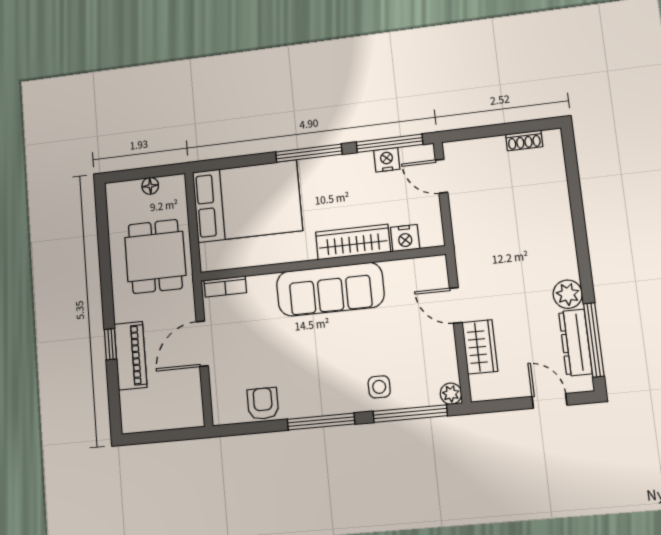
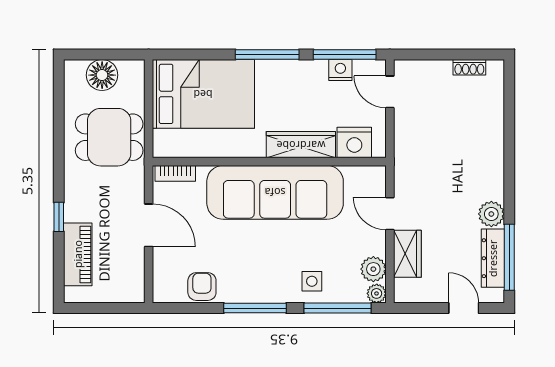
floor lamp: (150, 186) -> (102, 75), width x1.89, depth x1.89
nightstand: (405, 238) -> (354, 143), width x1.36, depth x1.33
dining table: (155, 256) -> (109, 137), turned 90
sofa: (330, 289) -> (275, 192), width x1.36, depth x1.27
door: (202, 344) -> (149, 225), swing flipped
piano: (130, 356) -> (78, 254), moved
plant: (444, 367) -> (373, 269), added

